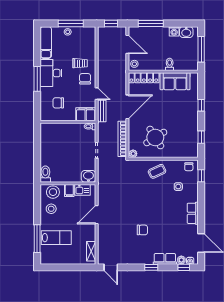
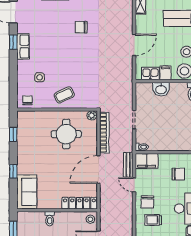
sofa: (175, 81) -> (27, 192), moved, turned 90
round table: (155, 138) -> (66, 134), turned 32
washbasin: (88, 176) -> (161, 89), moved
window: (201, 176) -> (13, 42), moved

